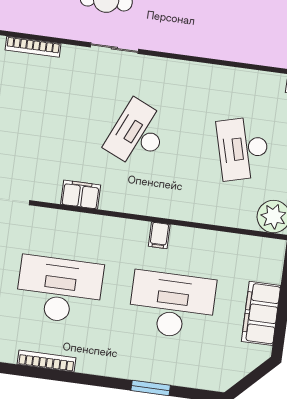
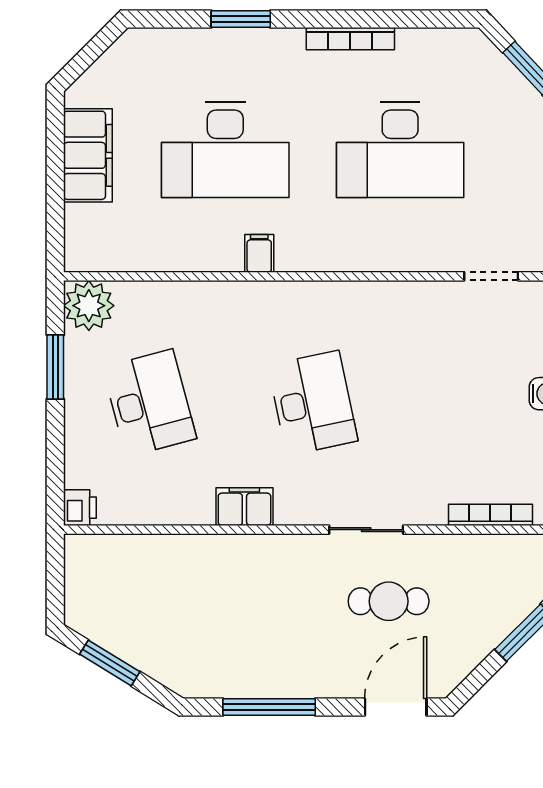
desk: (138, 134) -> (313, 403), turned -36
filing cabinet: (81, 195) -> (244, 507), moved, turned 180
bookcase: (46, 361) -> (350, 39), moved

